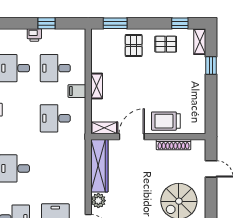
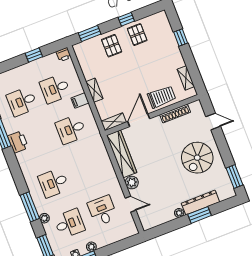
window: (180, 23) -> (126, 19), moved
printer: (34, 35) -> (64, 55), moved
shelving: (200, 42) -> (186, 78), moved
pallet: (166, 44) -> (137, 35), turned 90
trolley: (166, 121) -> (162, 97), turned 180

